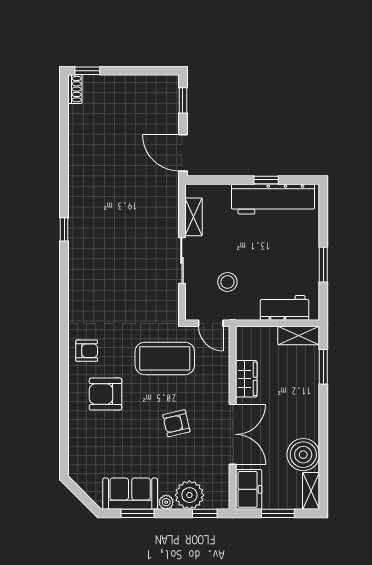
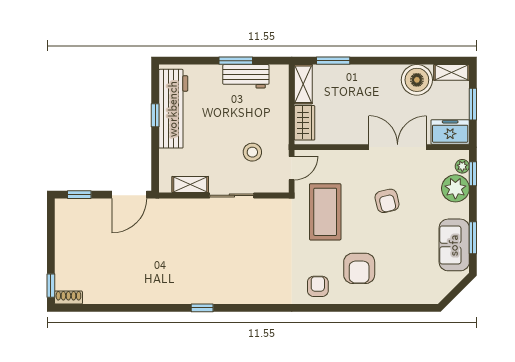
workbench: (285, 308) -> (246, 76), moved, turned -90
wardrobe: (246, 379) -> (305, 123), moved, turned 90
plant: (166, 502) -> (462, 166), moved

